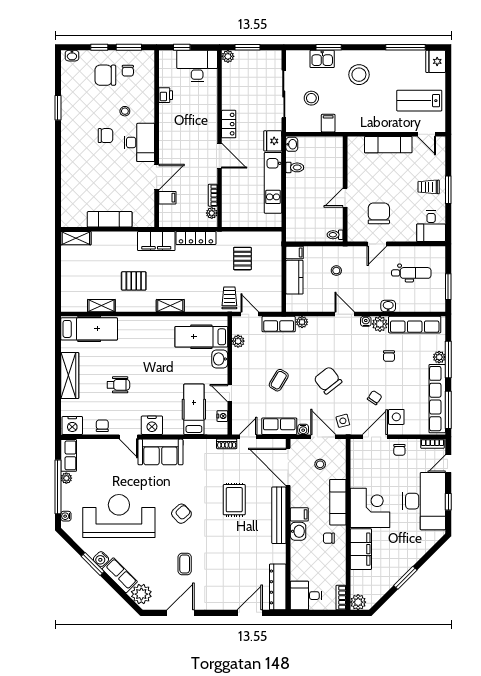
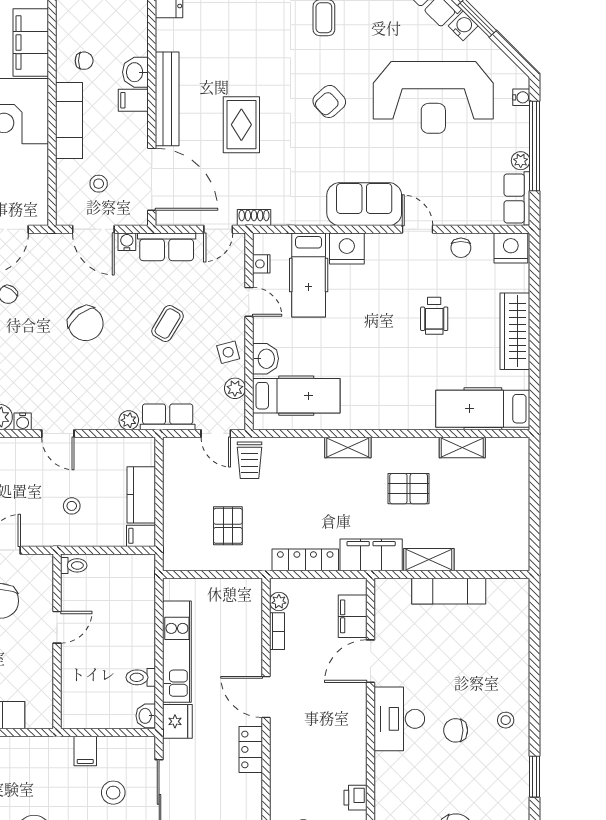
stool: (125, 111) -> (506, 720), moved
filing cabinet: (167, 198) -> (353, 616), width x2.00
shelving: (76, 238) -> (429, 560), moved
wheelchair: (118, 385) -> (434, 316), turned -90
side table: (343, 421) -> (228, 352), moved
nightstand: (152, 425) -> (347, 249), moved

